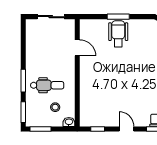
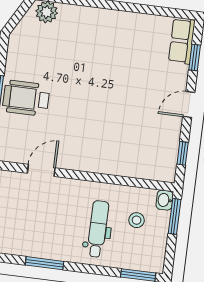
window: (23, 81) -> (44, 263), moved
window: (41, 129) -> (175, 216), moved

